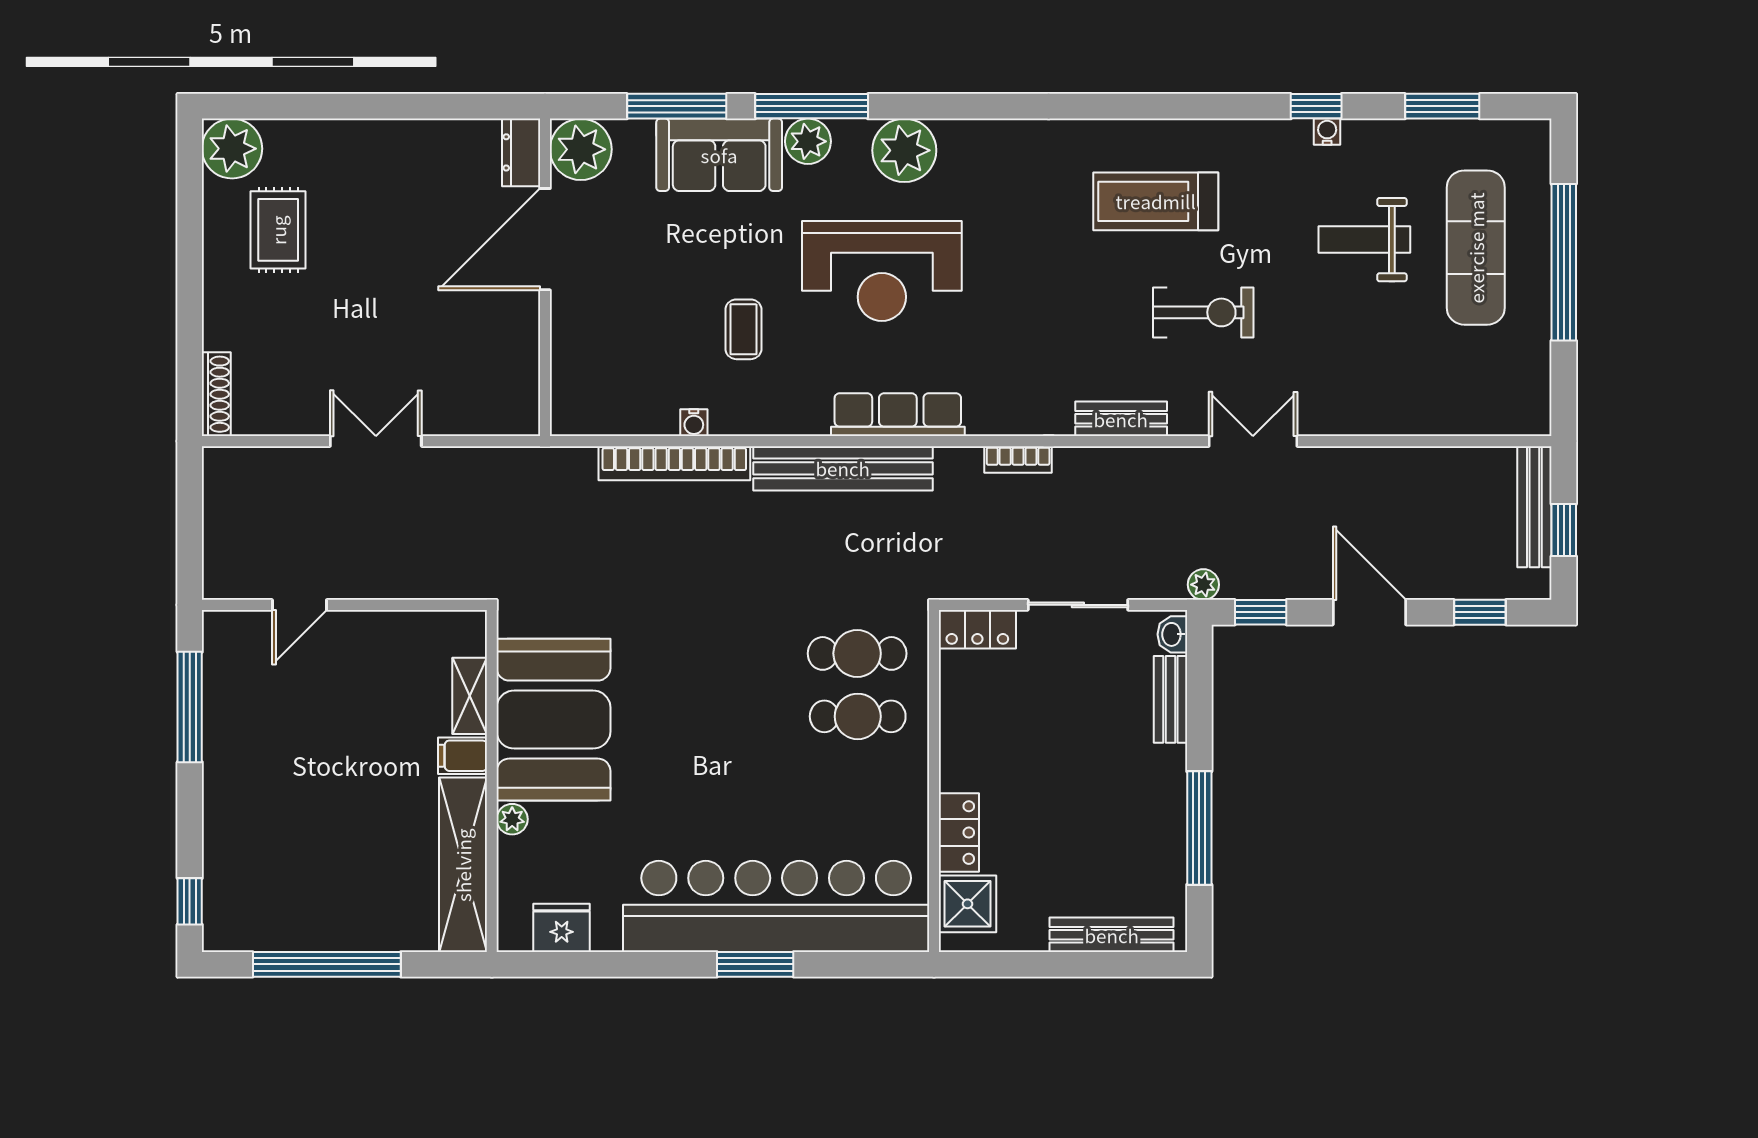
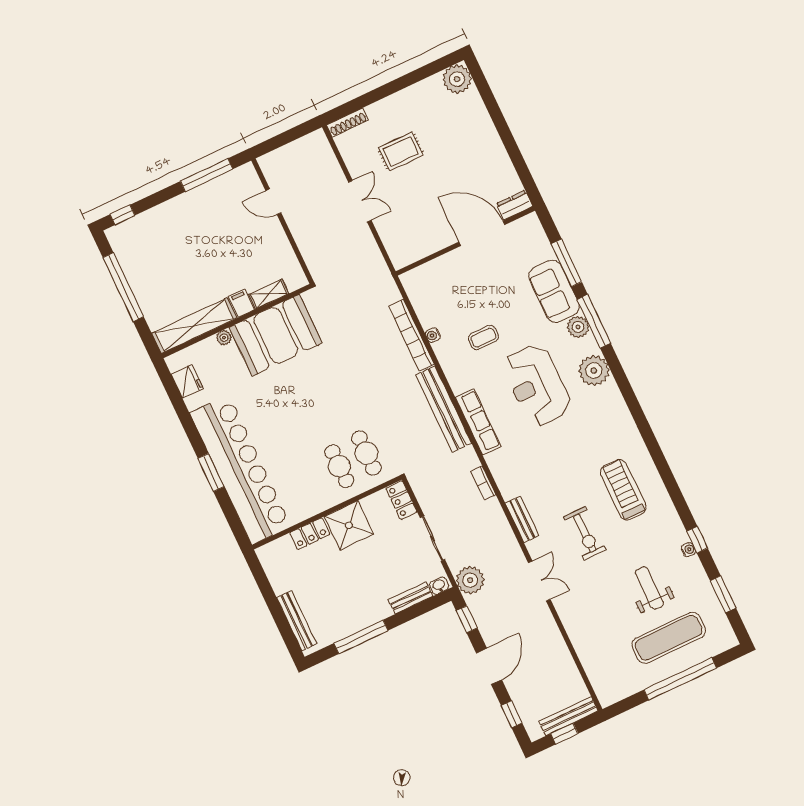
plant: (581, 149) -> (528, 230), removed
rug: (278, 230) -> (401, 152), moved
plant: (1203, 585) -> (470, 580), width x1.87, depth x1.87
shower: (968, 904) -> (349, 525), moved, width x1.36, depth x1.36

